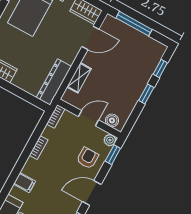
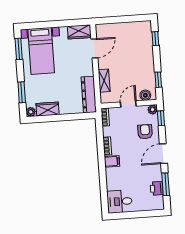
window: (134, 24) -> (118, 20), removed
window: (146, 94) -> (158, 80), moved
filing cabinet: (24, 183) -> (112, 161), moved

